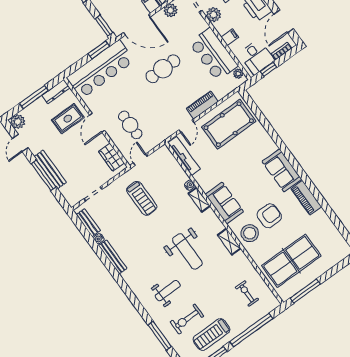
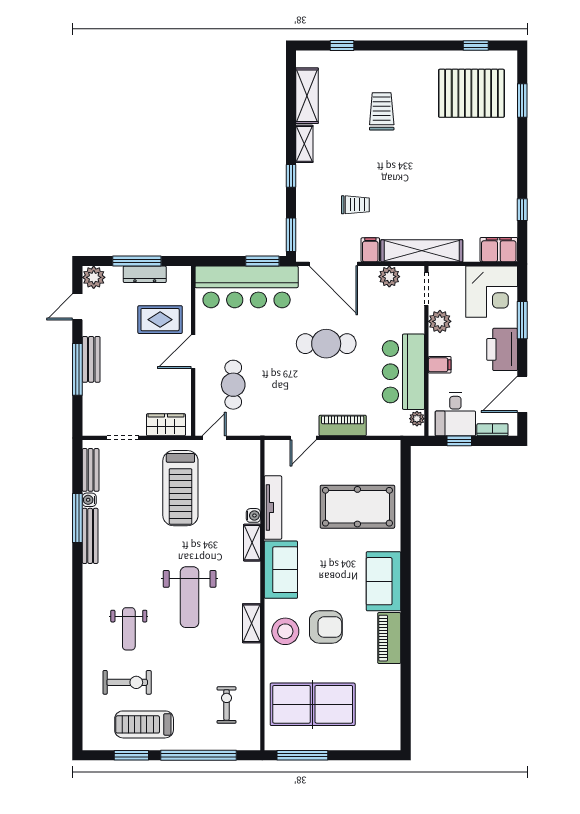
dresser: (56, 91) -> (145, 274), moved
pool table: (229, 124) -> (357, 507), moved
tv unit: (184, 156) -> (273, 508), moved
wardrobe: (111, 157) -> (166, 425), moved, turned 90
bench: (50, 169) -> (91, 359), width x0.73
treadmill: (142, 198) -> (180, 488), width x1.37, depth x1.38
weight bench: (168, 291) -> (129, 629), turned 90
exercise bike: (187, 319) -> (127, 682), turned 180
window: (160, 336) -> (77, 518), moved

